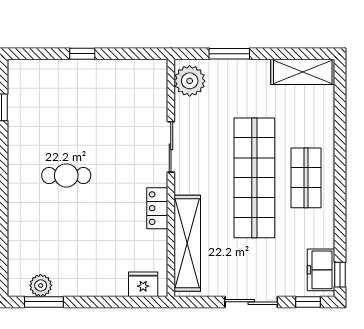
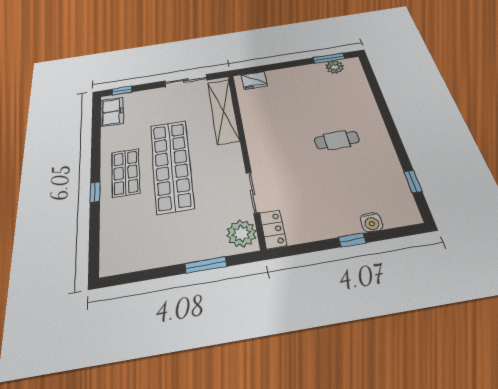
water cooler: (58, 69) -> (371, 222), added
shelving: (303, 72) -> (131, 260), removed
sliding door: (171, 147) -> (253, 192), moved
locker: (157, 208) -> (273, 229), moved
window: (340, 275) -> (95, 192), moved
sliding door: (251, 302) -> (186, 81), moved

